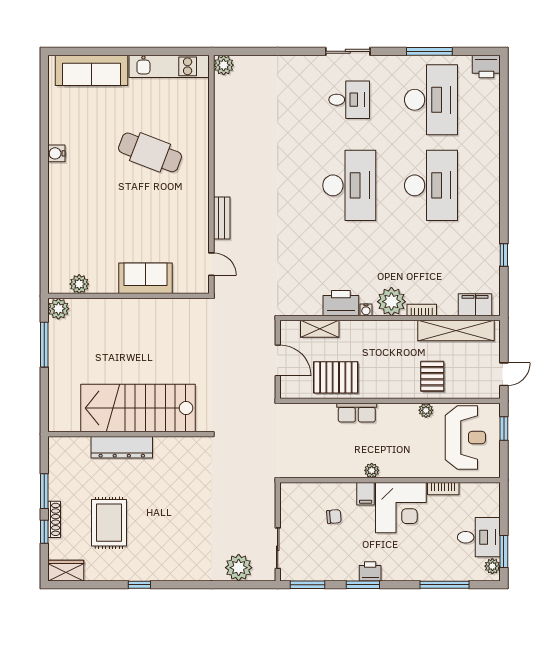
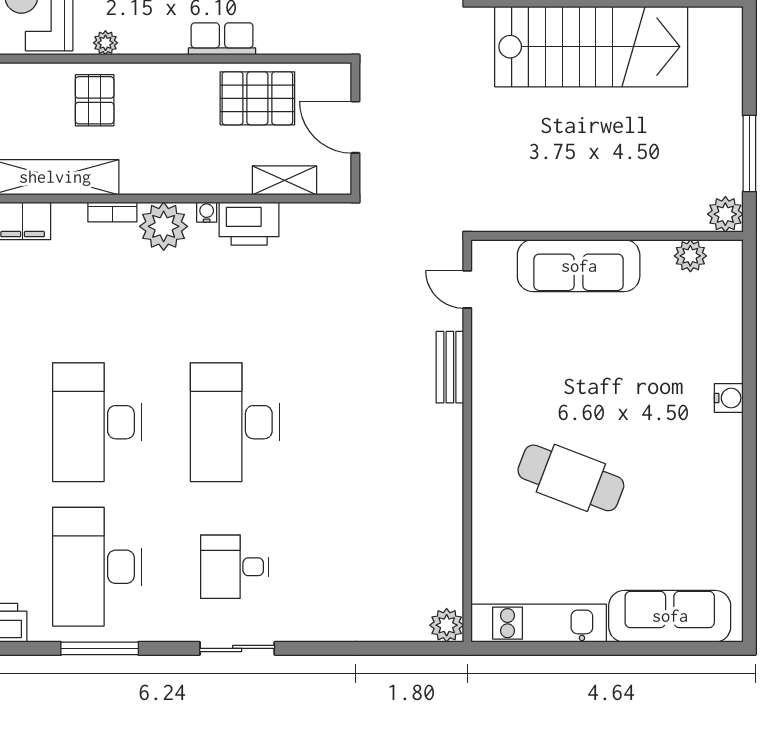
water cooler: (56, 153) -> (729, 398), moved
sofa: (145, 278) -> (579, 266), width x1.36

